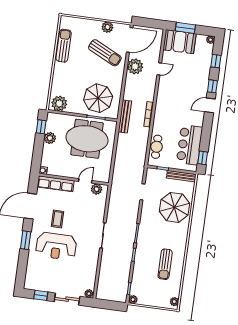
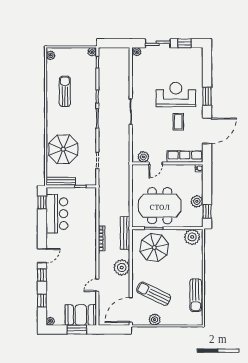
plant: (135, 66) -> (122, 267), moved
cafe table: (157, 147) -> (89, 207), removed

